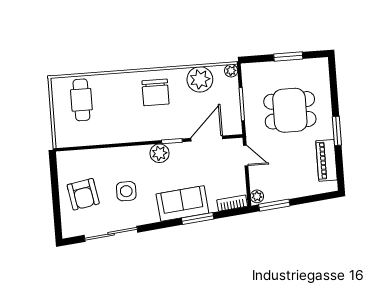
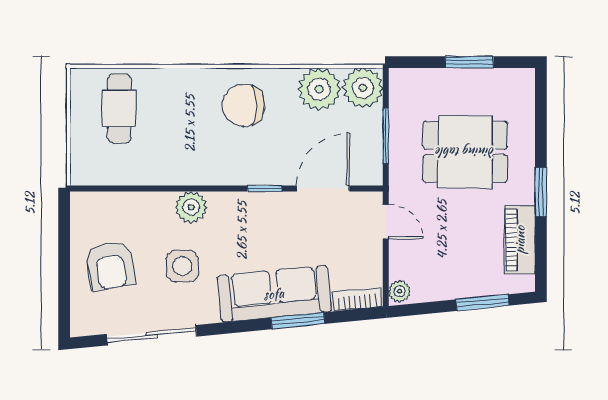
plant: (231, 71) -> (363, 88), width x1.88, depth x1.88
chair: (155, 92) -> (244, 105), turned 90
plant: (160, 153) -> (191, 207), moved
sofa: (182, 203) -> (274, 294), width x1.36
window: (274, 205) -> (482, 303), moved

